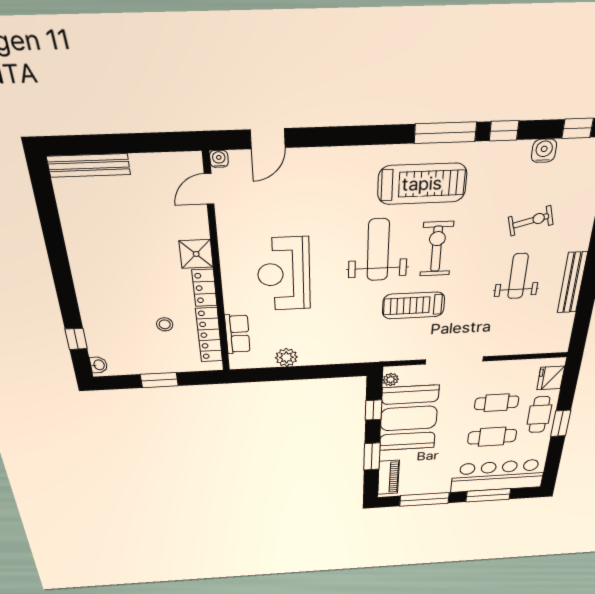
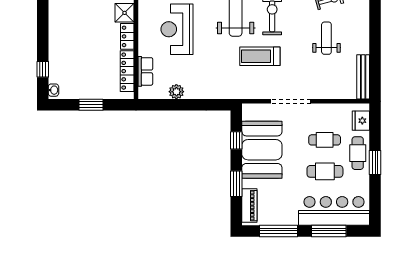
bench: (572, 283) -> (363, 77), moved
stool: (165, 324) -> (100, 62), removed
plant: (391, 380) -> (247, 115), removed

